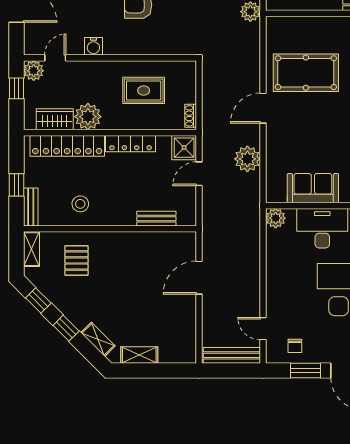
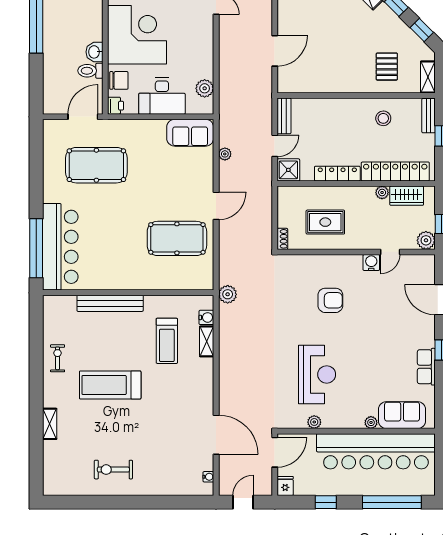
door: (55, 58) -> (390, 252), moved
shoe rack: (191, 116) -> (282, 239), moved
plant: (88, 117) -> (382, 192), width x0.53, depth x0.53
plant: (247, 159) -> (225, 154), width x0.53, depth x0.53
sofa: (313, 188) -> (190, 133), moved
plant: (276, 218) -> (205, 88), moved
bench: (156, 219) -> (284, 116), moved, turned 90

